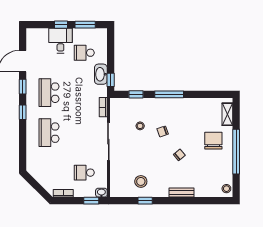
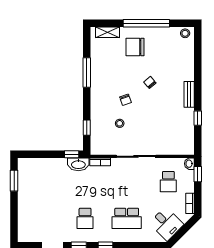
window: (61, 25) -> (14, 206), removed
desk: (60, 41) -> (166, 224), moved, turned -135
school desk: (84, 53) -> (43, 182), removed
washbasin: (101, 74) -> (78, 164), moved
school desk: (49, 93) -> (85, 218), width x0.54
window: (169, 94) -> (87, 72), moved
stool: (141, 181) -> (178, 123), removed
bench: (182, 192) -> (189, 94), moved

